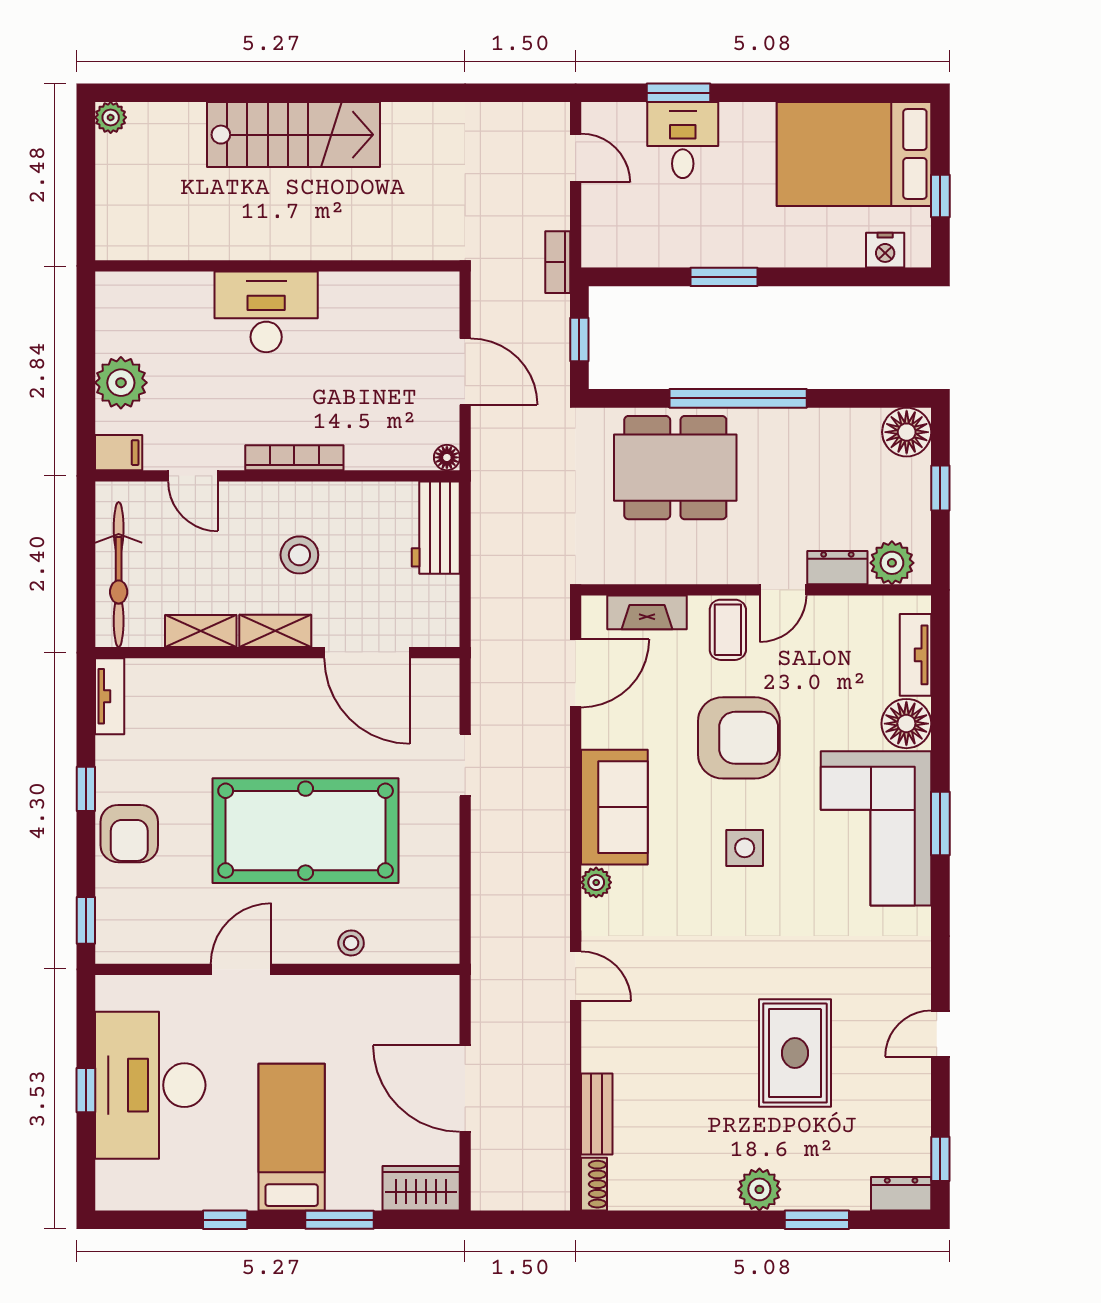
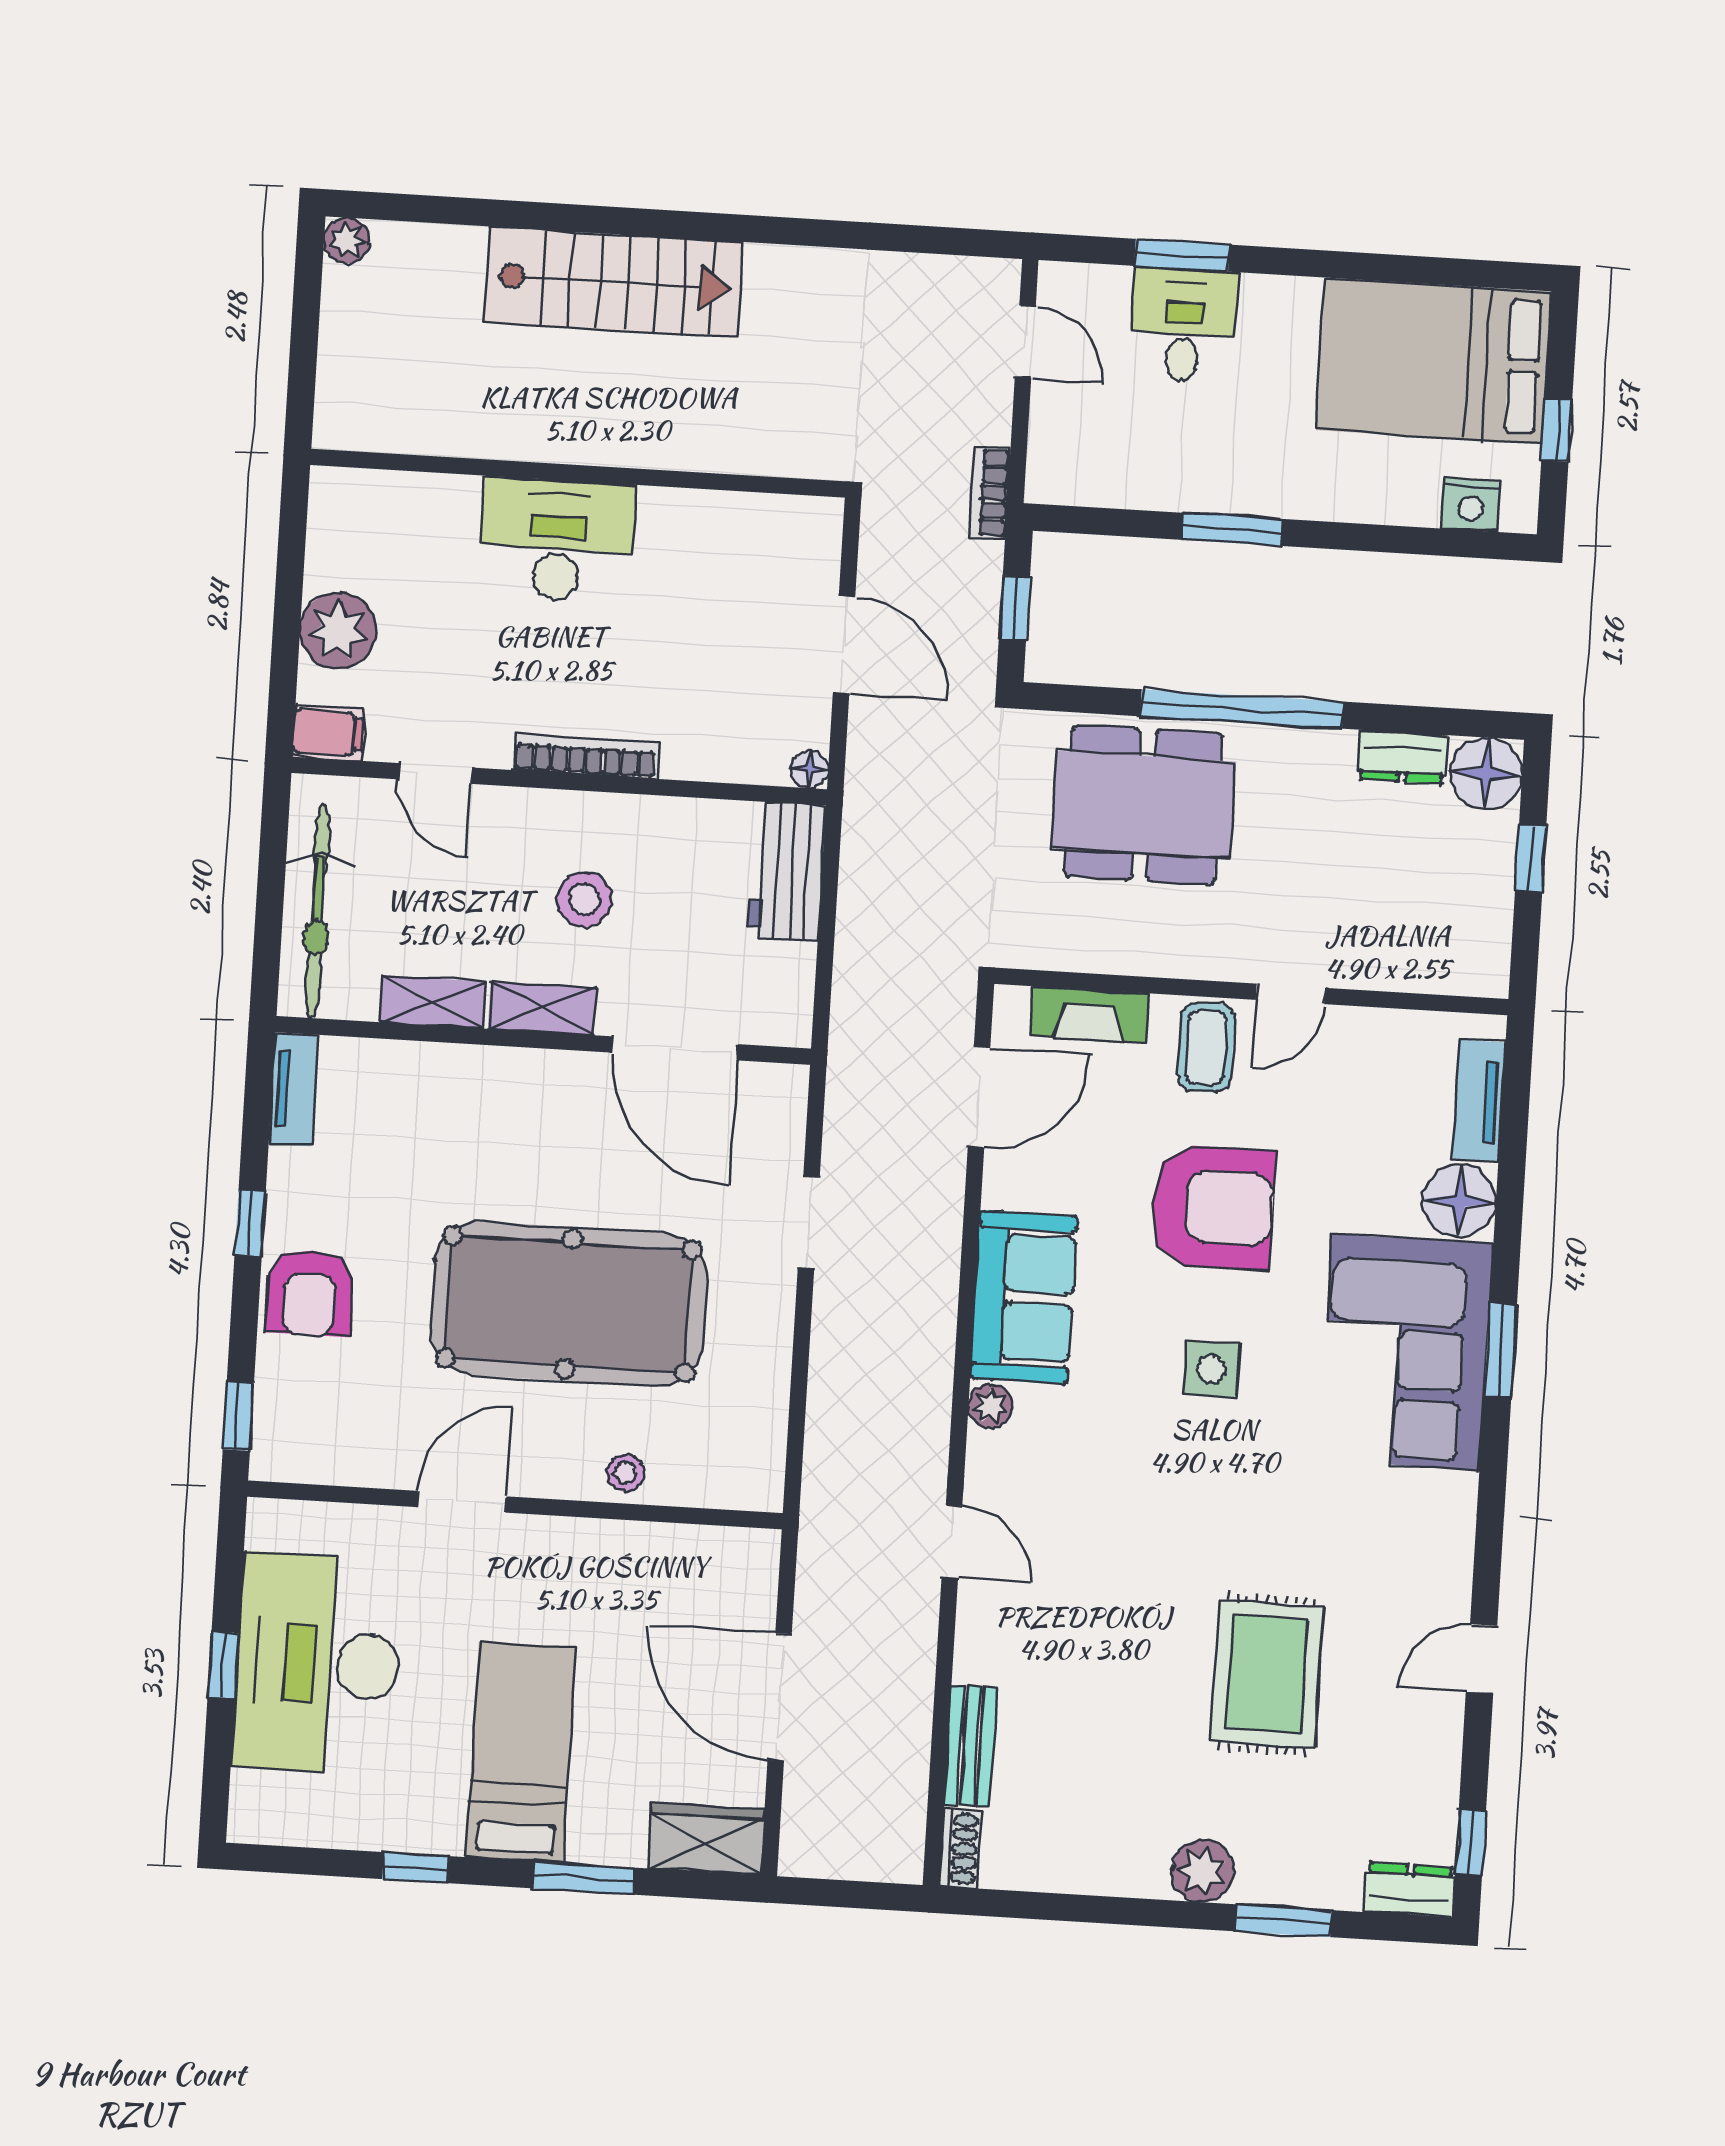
plant: (892, 563) -> (1453, 964), removed
dresser: (837, 568) -> (1403, 757), moved, turned 180

